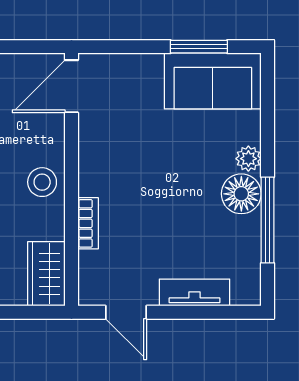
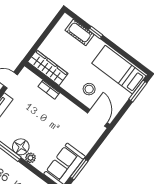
stool: (42, 182) -> (89, 89), moved
wardrobe: (46, 274) -> (48, 68), width x1.50

